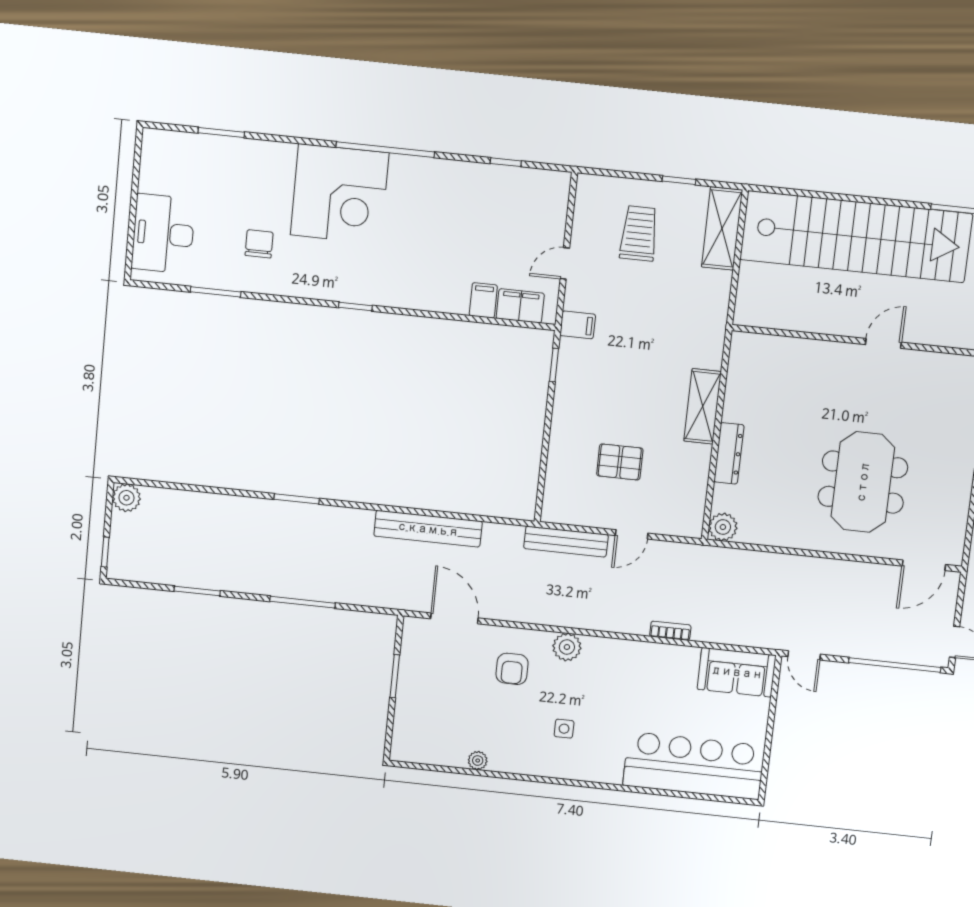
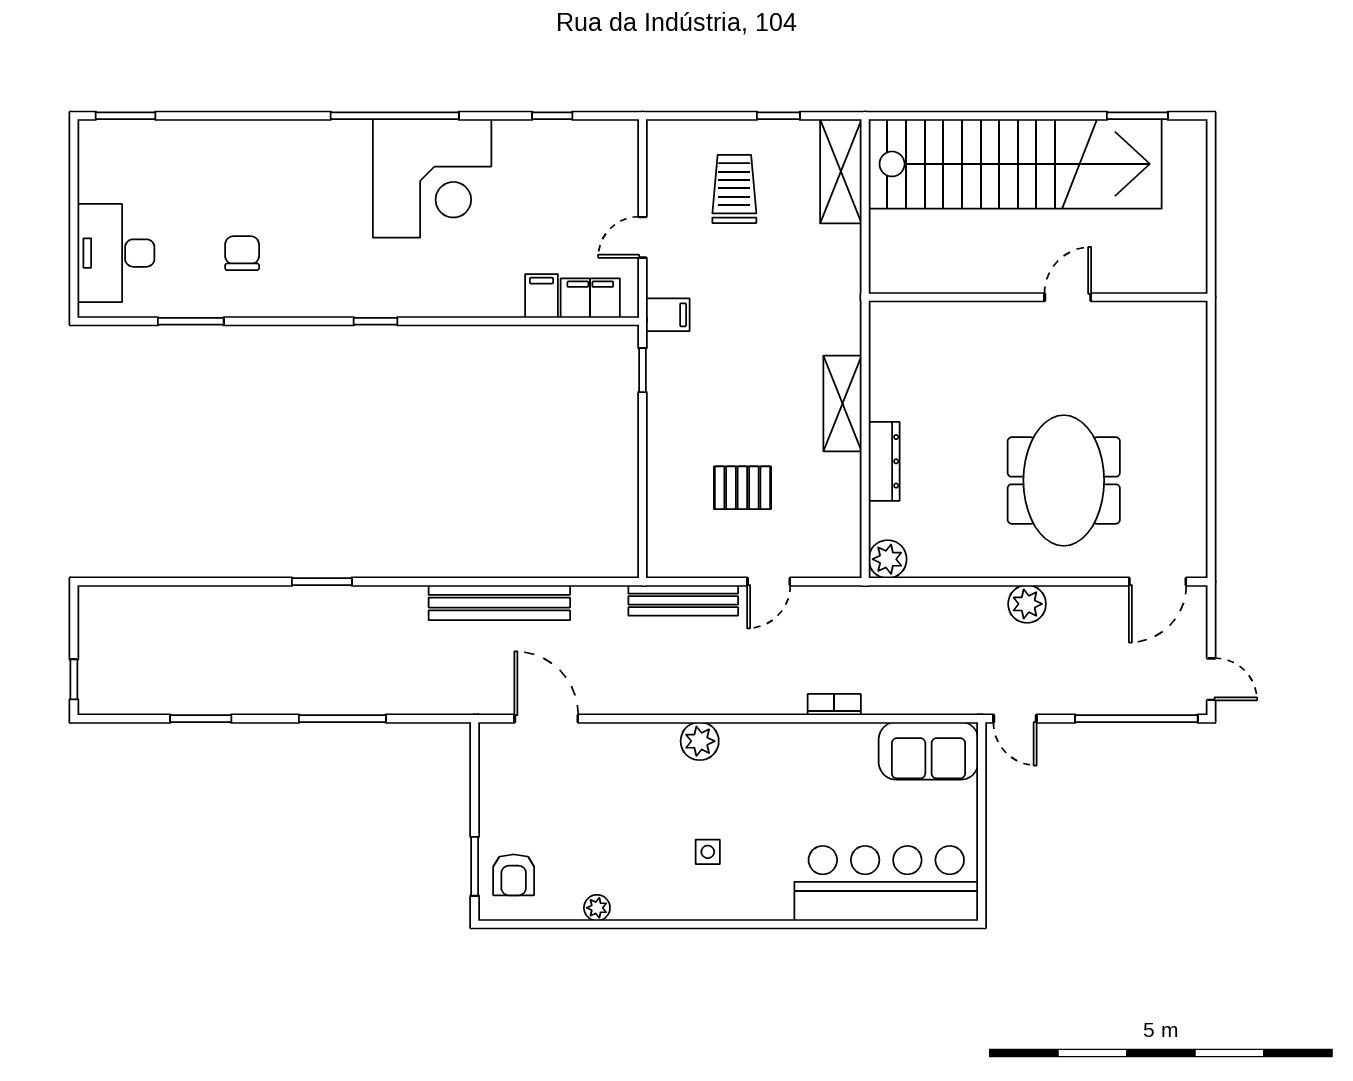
window: (221, 133) -> (125, 116), moved
corner desk: (340, 194) -> (432, 178), moved
plant: (126, 498) -> (1027, 604), moved
armchair: (512, 669) -> (514, 875), moved
window: (395, 676) -> (475, 866), moved

